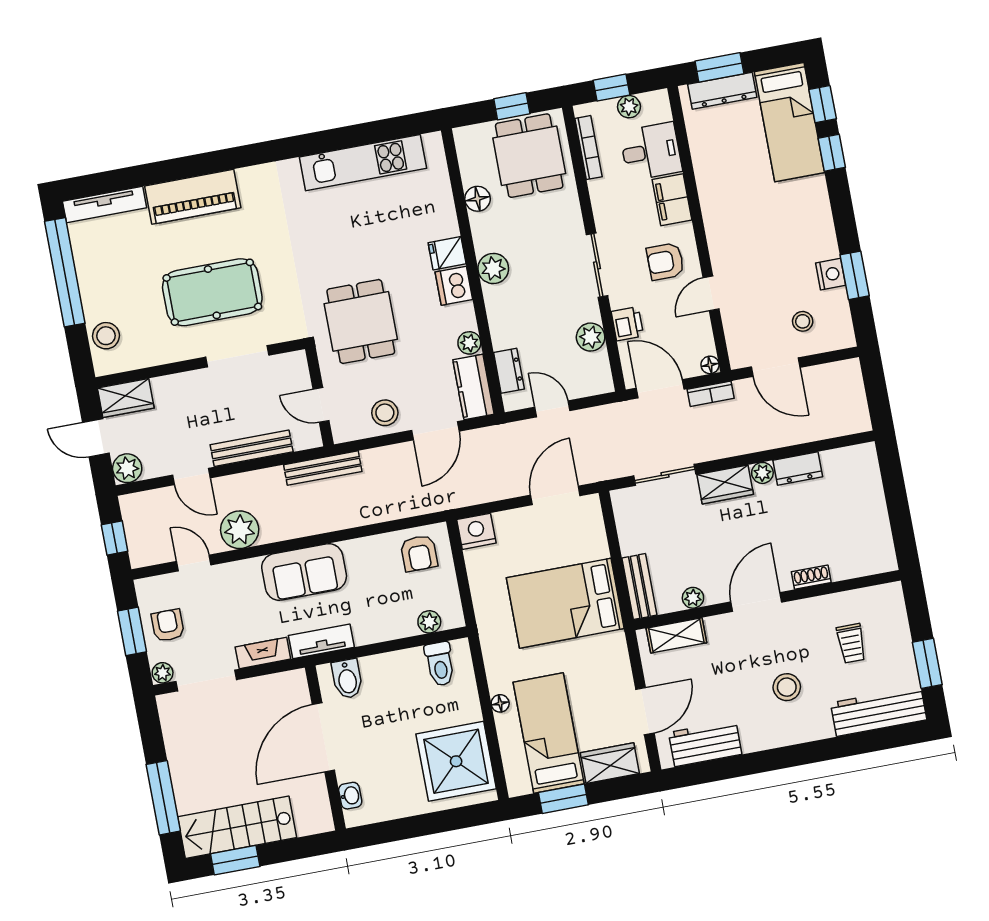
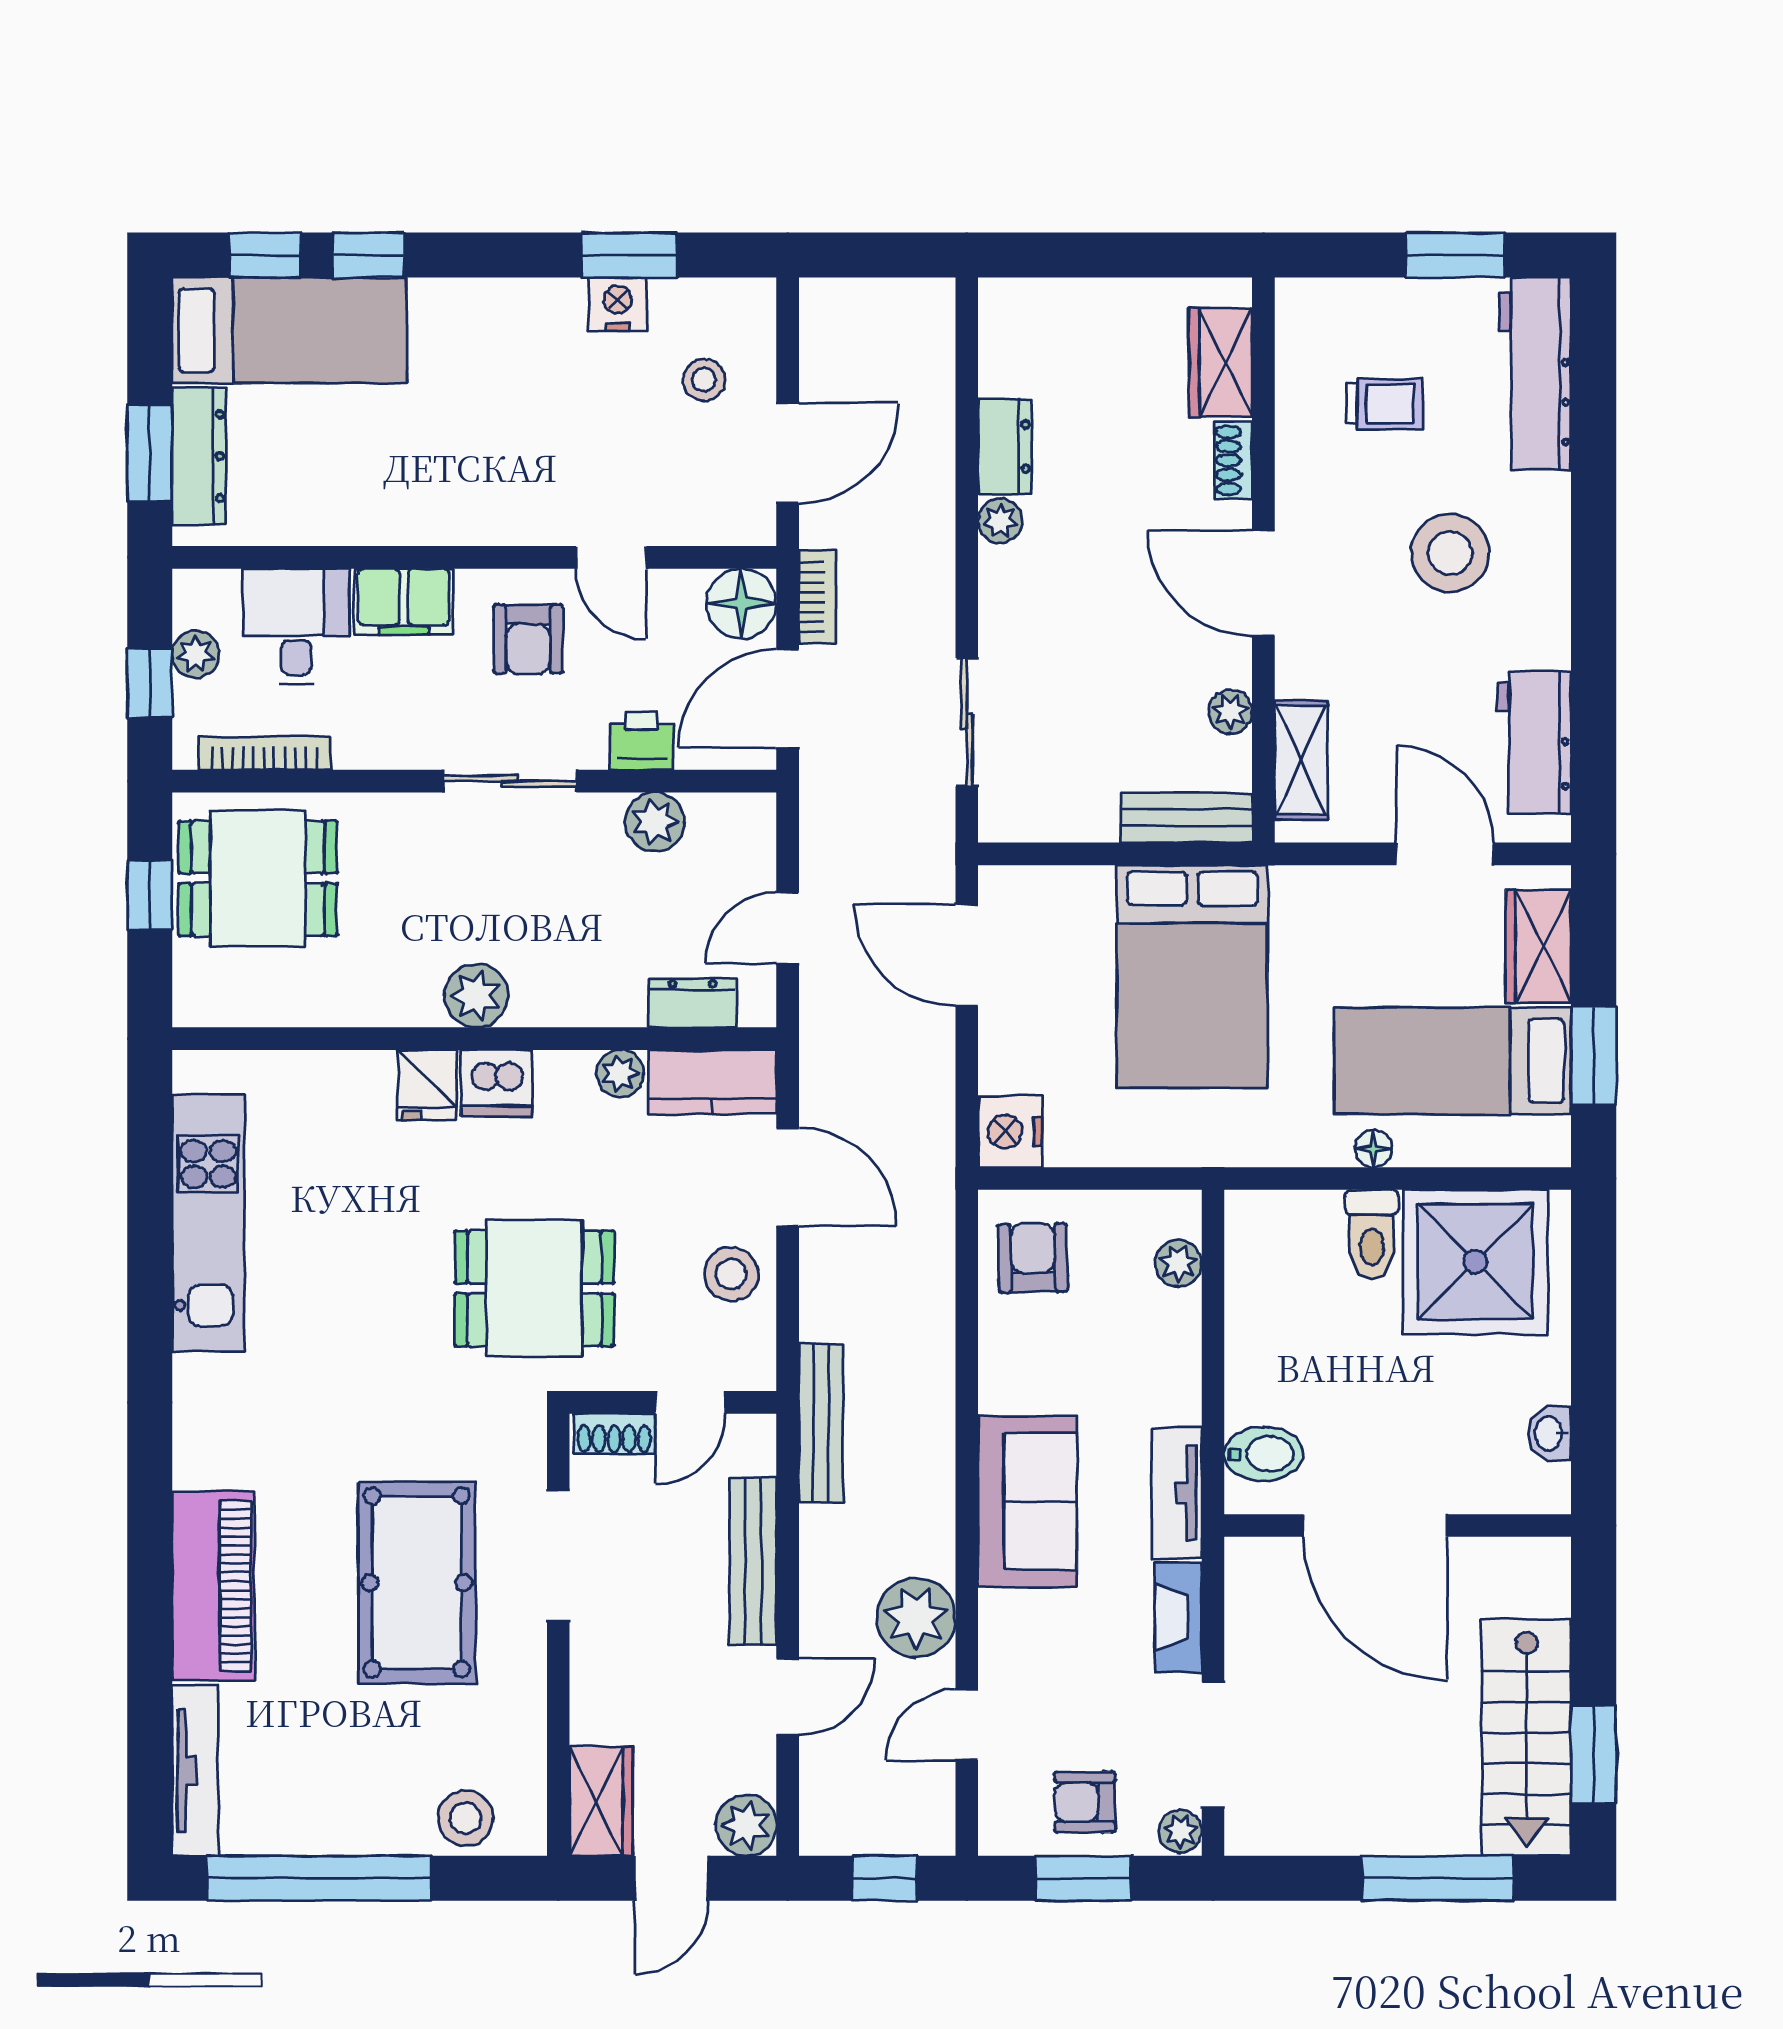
floor lamp: (478, 199) -> (327, 1001), removed
floor lamp: (710, 365) -> (741, 604), width x1.89, depth x1.89
shoe rack: (300, 372) -> (614, 1434), added
wardrobe: (725, 484) -> (1221, 363), moved, turned 180
armchair: (419, 553) -> (1033, 1258), turned -91
toilet: (440, 664) -> (1372, 1234), moved, turned 90
stool: (787, 687) -> (1450, 553), width x1.38, depth x1.38
washbasin: (350, 796) -> (1550, 1433), moved, turned -90

